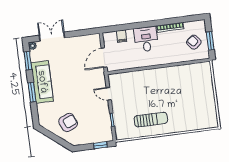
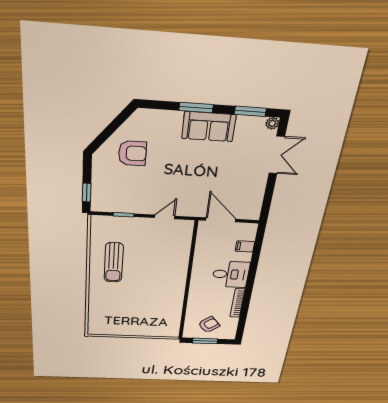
sofa: (42, 82) -> (209, 127), width x0.73
armchair: (68, 123) -> (132, 153), turned -67

